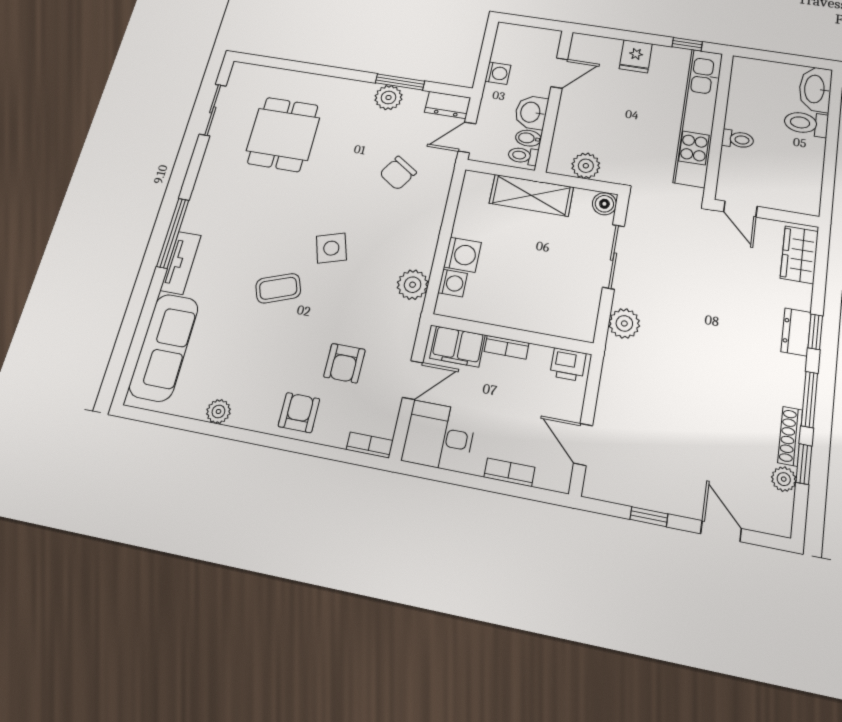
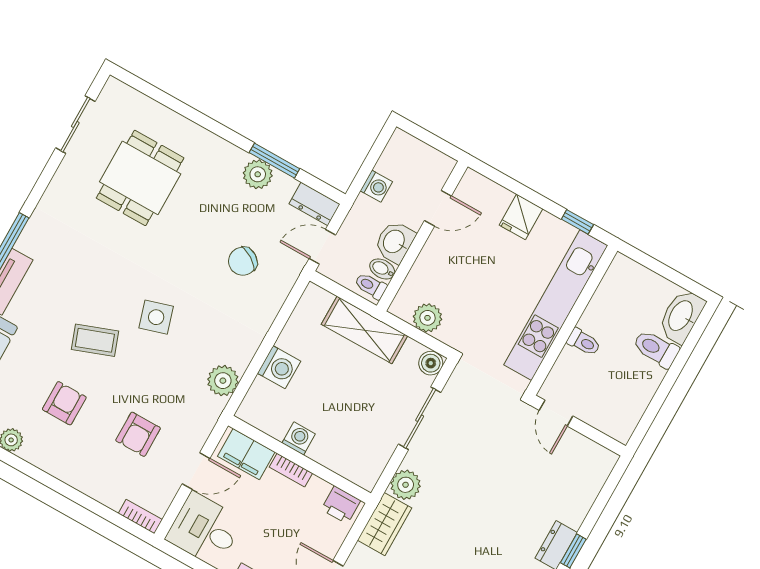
wardrobe: (799, 255) -> (385, 524), moved, turned 180
washing machine: (453, 283) -> (299, 438), moved, turned -90
armchair: (299, 413) -> (64, 403), moved

